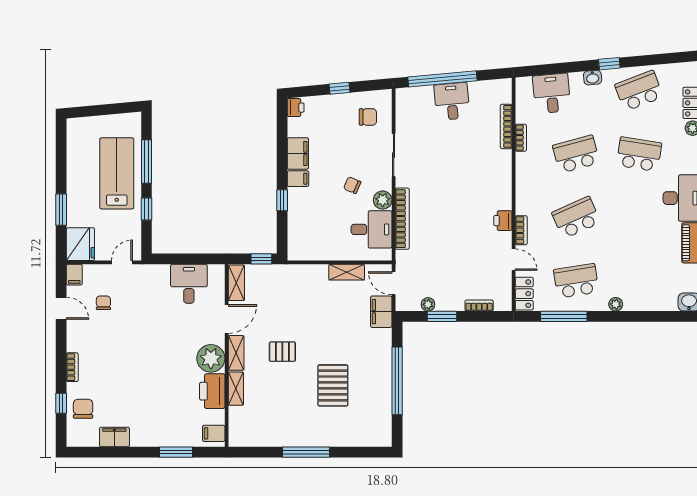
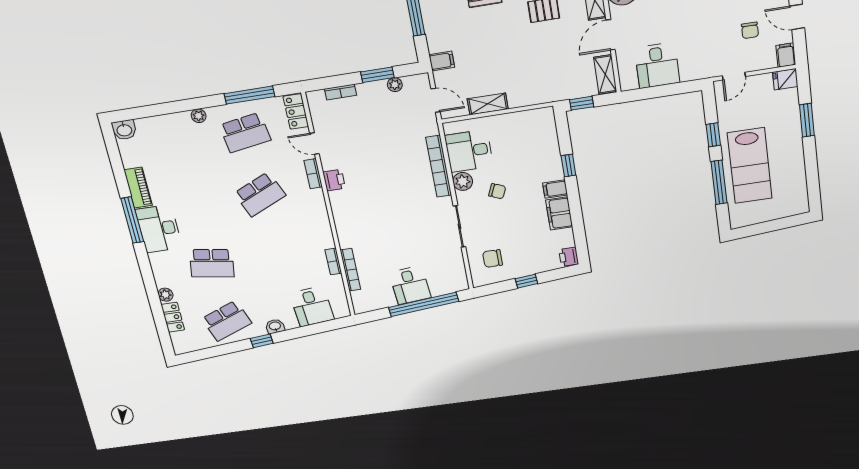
school desk: (576, 154) -> (274, 254), removed
fridge: (80, 244) -> (785, 79), width x0.53, depth x0.75
filing cabinet: (381, 312) -> (442, 61), width x0.50

